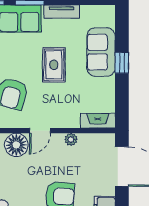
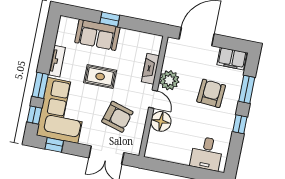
fireplace: (98, 121) -> (150, 69), moved
plant: (71, 139) -> (169, 80), width x1.88, depth x1.88

